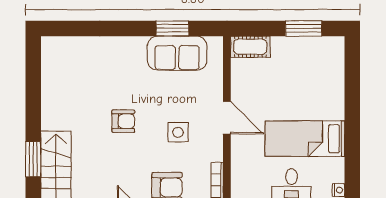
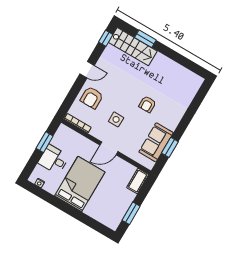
armchair: (123, 121) -> (147, 104), moved
bed: (305, 139) -> (80, 184), width x1.50

